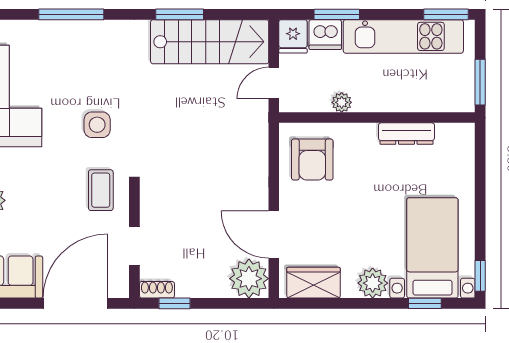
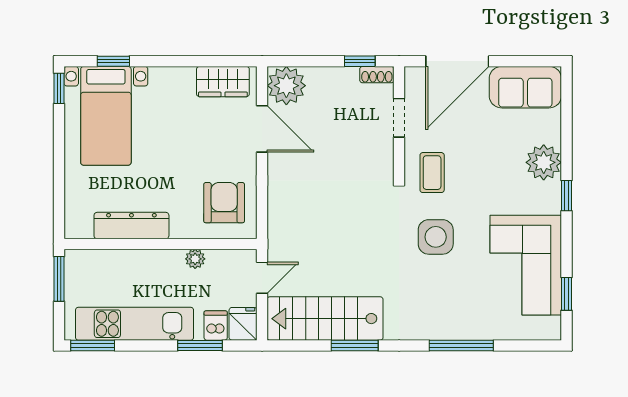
dishwasher: (325, 35) -> (216, 326), width x0.73
side table: (97, 125) -> (436, 237), width x1.37, depth x1.37
dresser: (406, 134) -> (131, 226), width x1.37, depth x1.24
plant: (373, 283) -> (165, 81), removed

